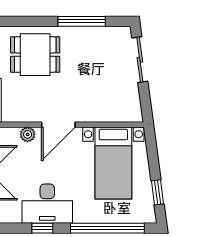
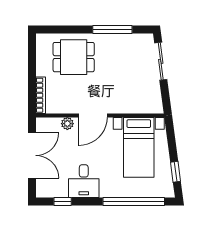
desk: (47, 204) -> (84, 181), width x0.73
window: (42, 228) -> (63, 201), moved

